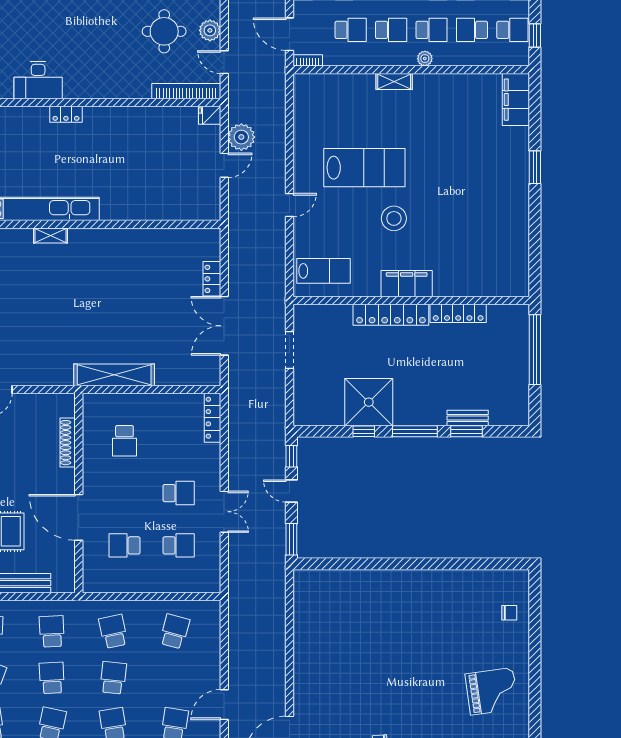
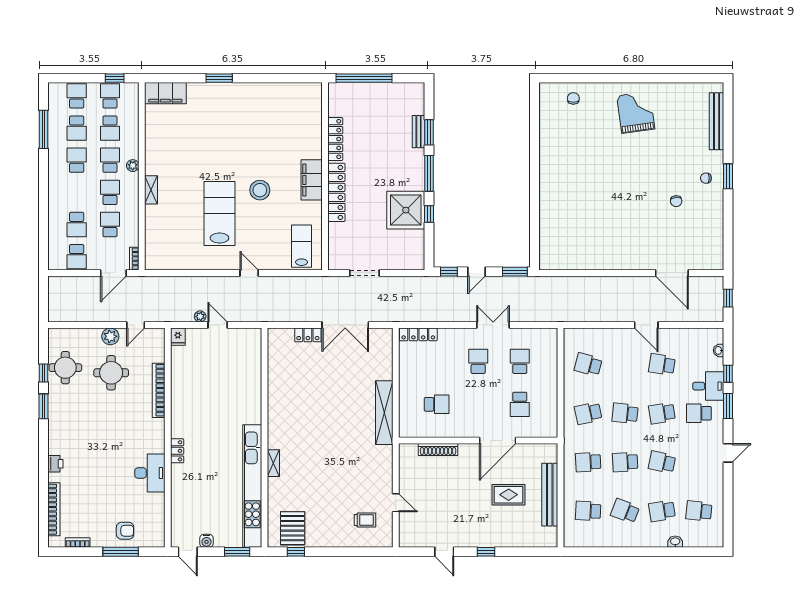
bookcase: (186, 91) -> (159, 390), moved
plant: (241, 137) -> (200, 316), width x0.53, depth x0.53

